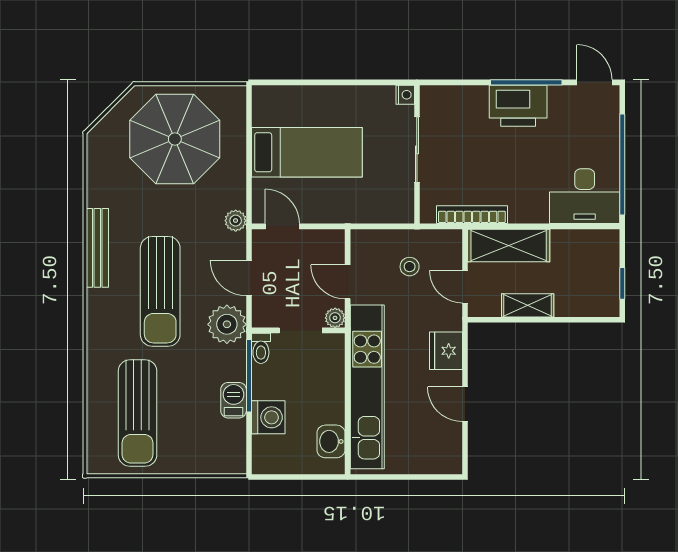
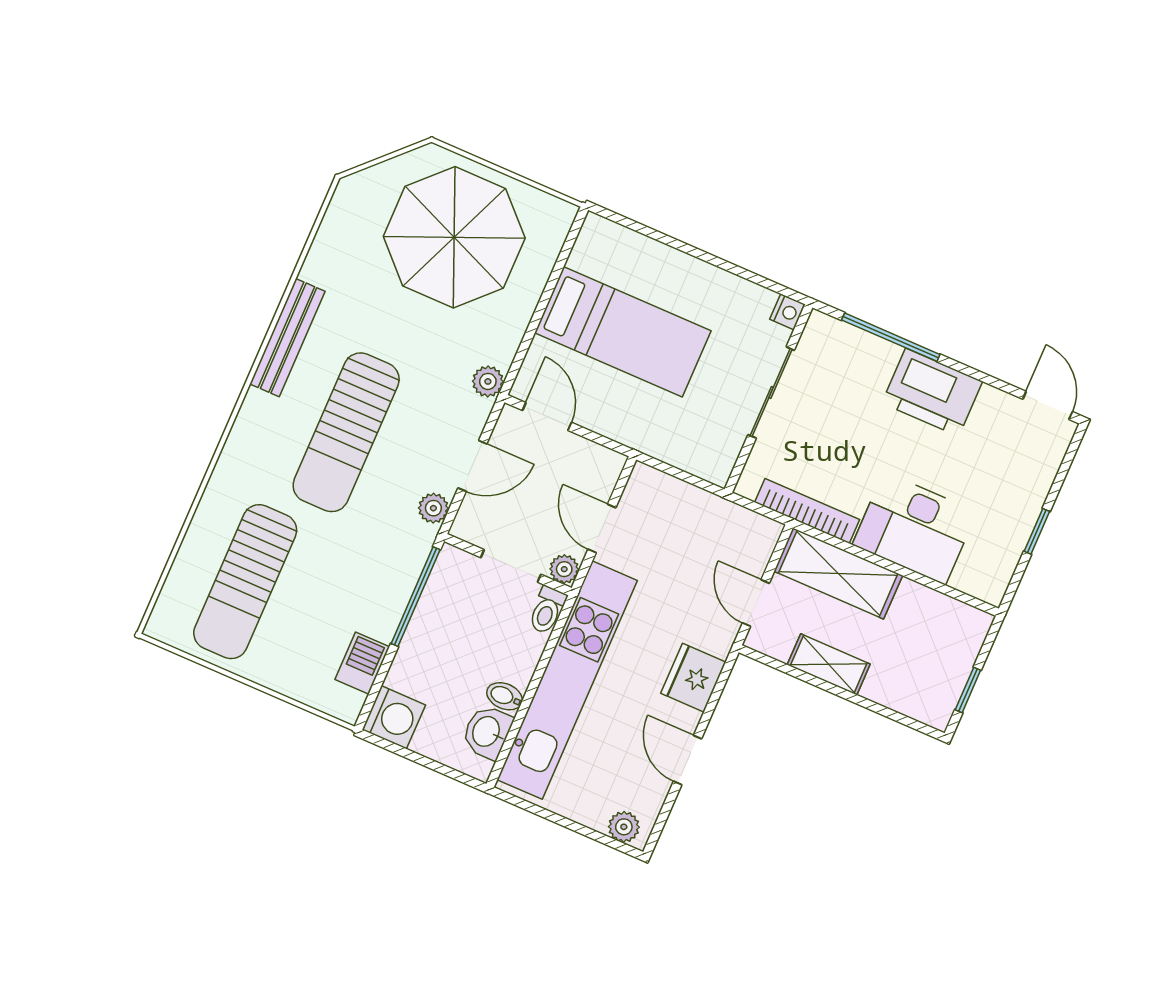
window: (526, 82) -> (891, 337), moved
window: (622, 165) -> (1037, 531), width x0.32
desk: (585, 196) -> (915, 528), moved
stool: (410, 267) -> (694, 544), removed
door: (249, 278) -> (472, 466), swing flipped
plant: (227, 324) -> (433, 508), width x0.53, depth x0.53
toilet: (261, 348) -> (547, 610), moved
barbecue: (234, 400) -> (362, 663), moved
bidet: (332, 414) -> (505, 696), added
washing machine: (268, 417) -> (394, 717), moved
plant: (443, 464) -> (624, 827), added

